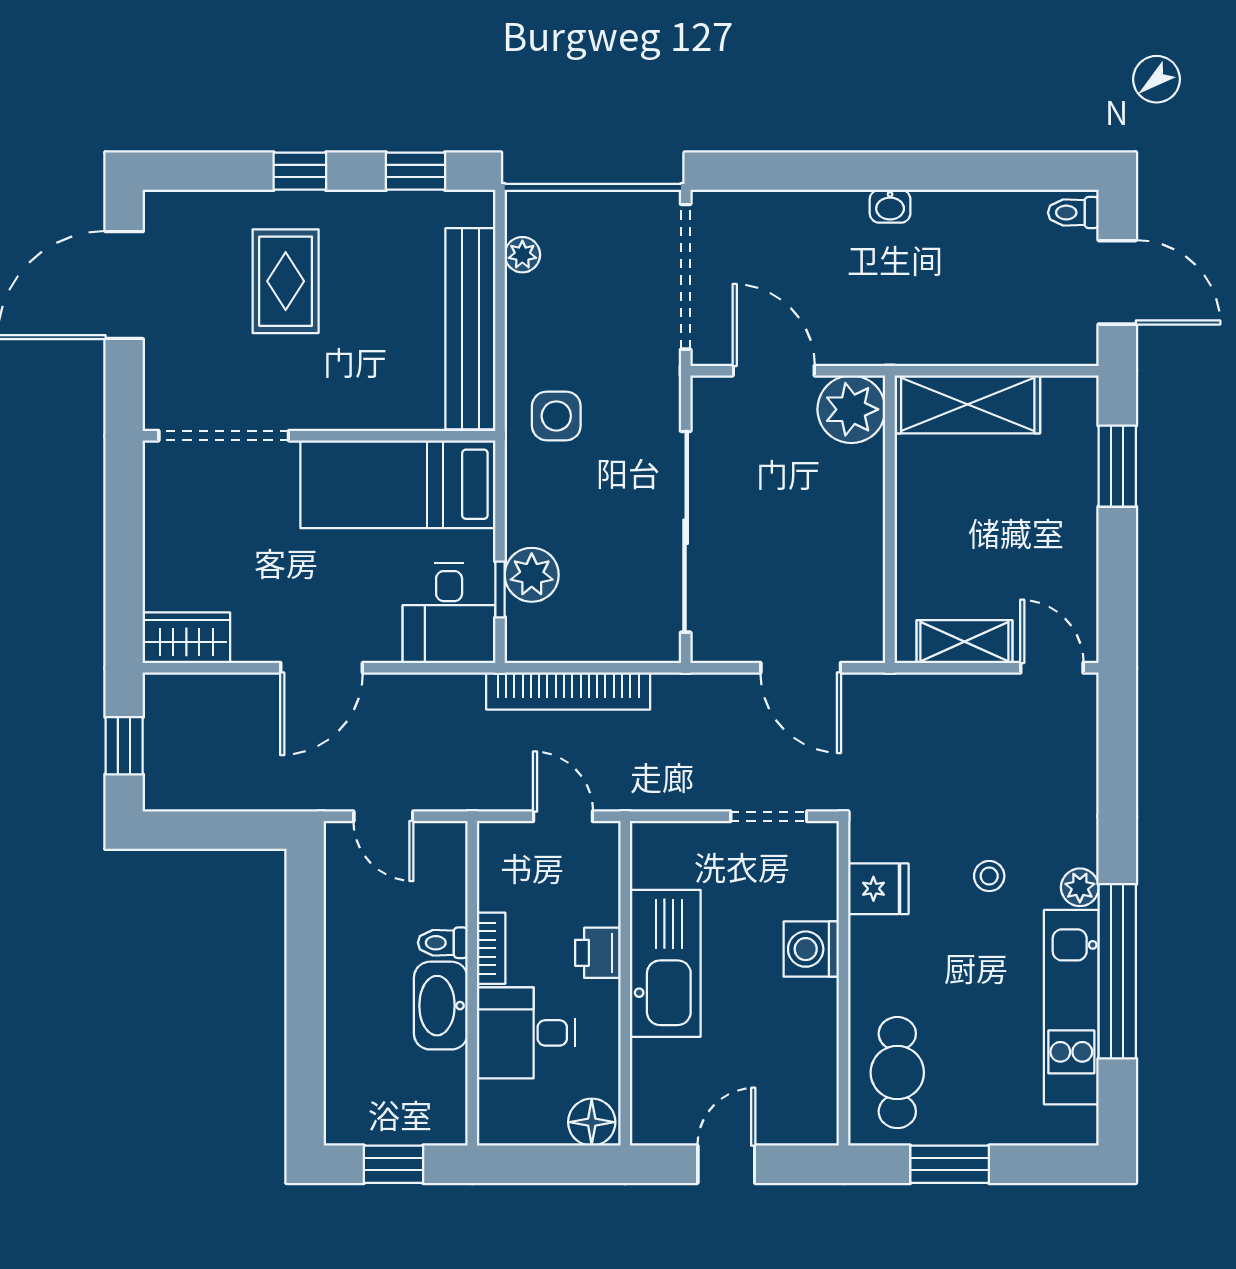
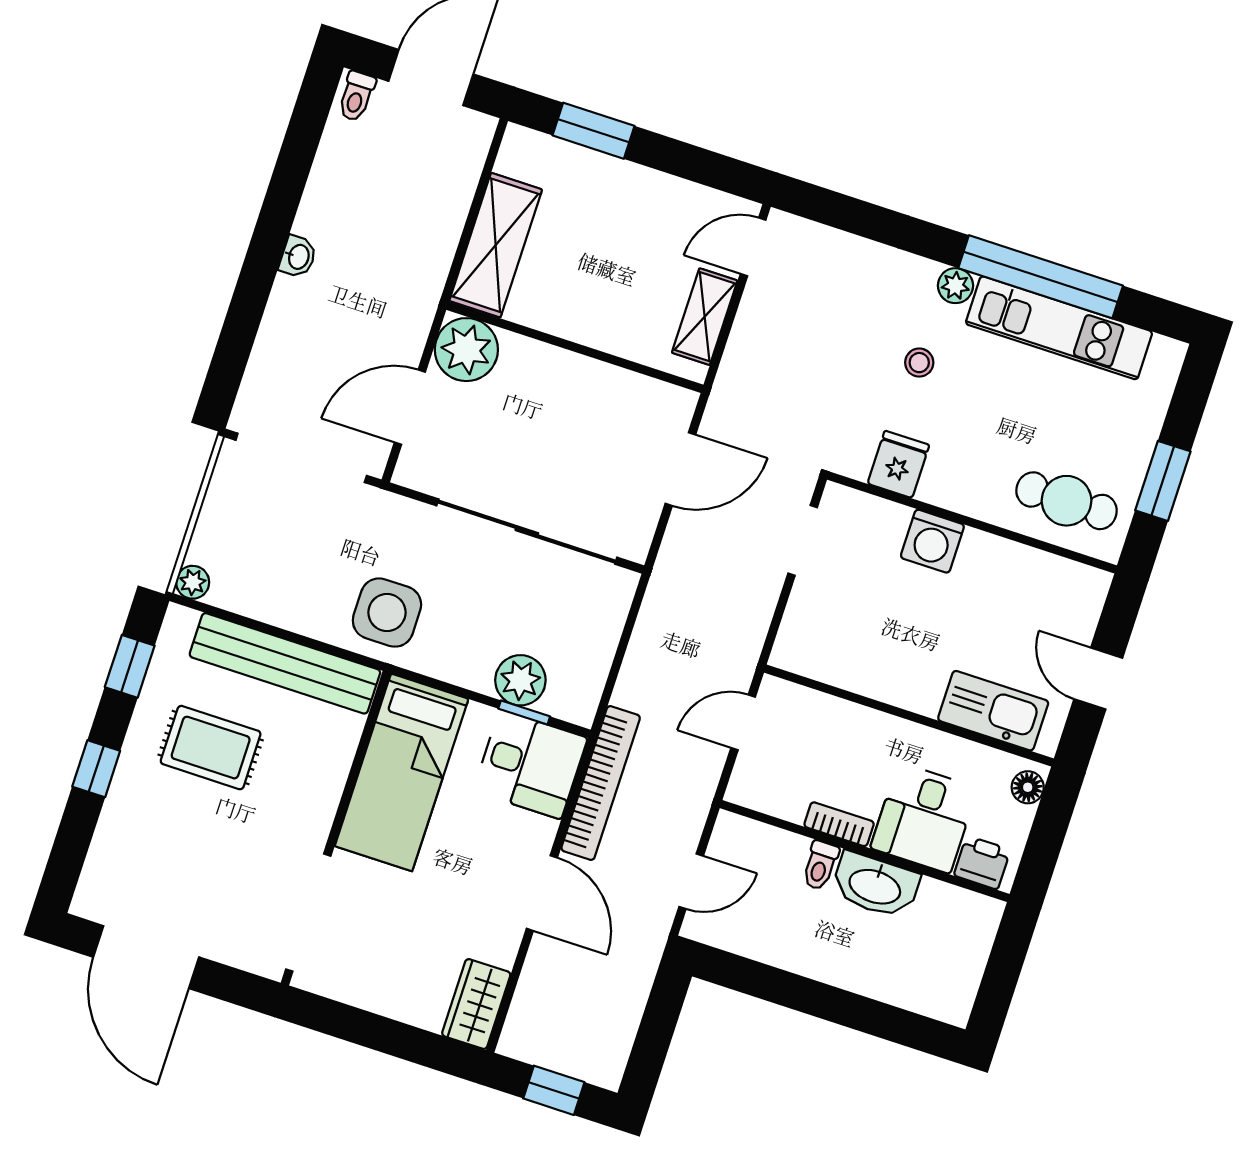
plant: (522, 255) -> (193, 582), moved
rug: (286, 281) -> (211, 748), moved
side table: (556, 416) -> (387, 613), width x1.37, depth x1.37
bookcase: (568, 691) -> (601, 783), moved
printer: (598, 953) -> (982, 863), moved, turned 180
kitchen sink: (665, 963) -> (993, 711), moved, width x0.73, depth x0.81
floor lamp: (592, 1122) -> (1028, 787), width x0.73, depth x0.73
window: (393, 1164) -> (1002, 973), removed

